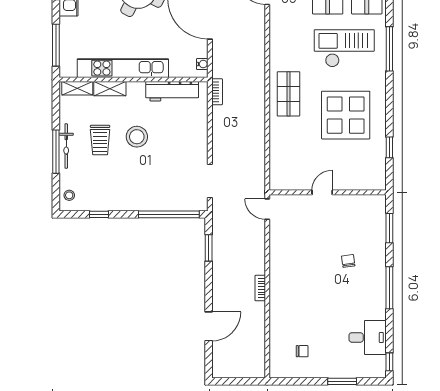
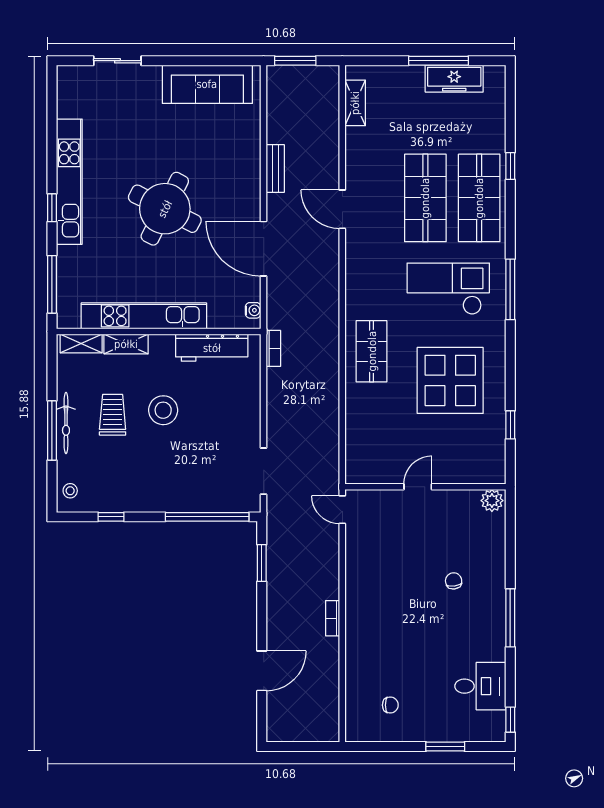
trolley: (100, 140) -> (113, 415), turned 180
plant: (376, 202) -> (492, 501), added
window: (389, 228) -> (510, 536), removed

